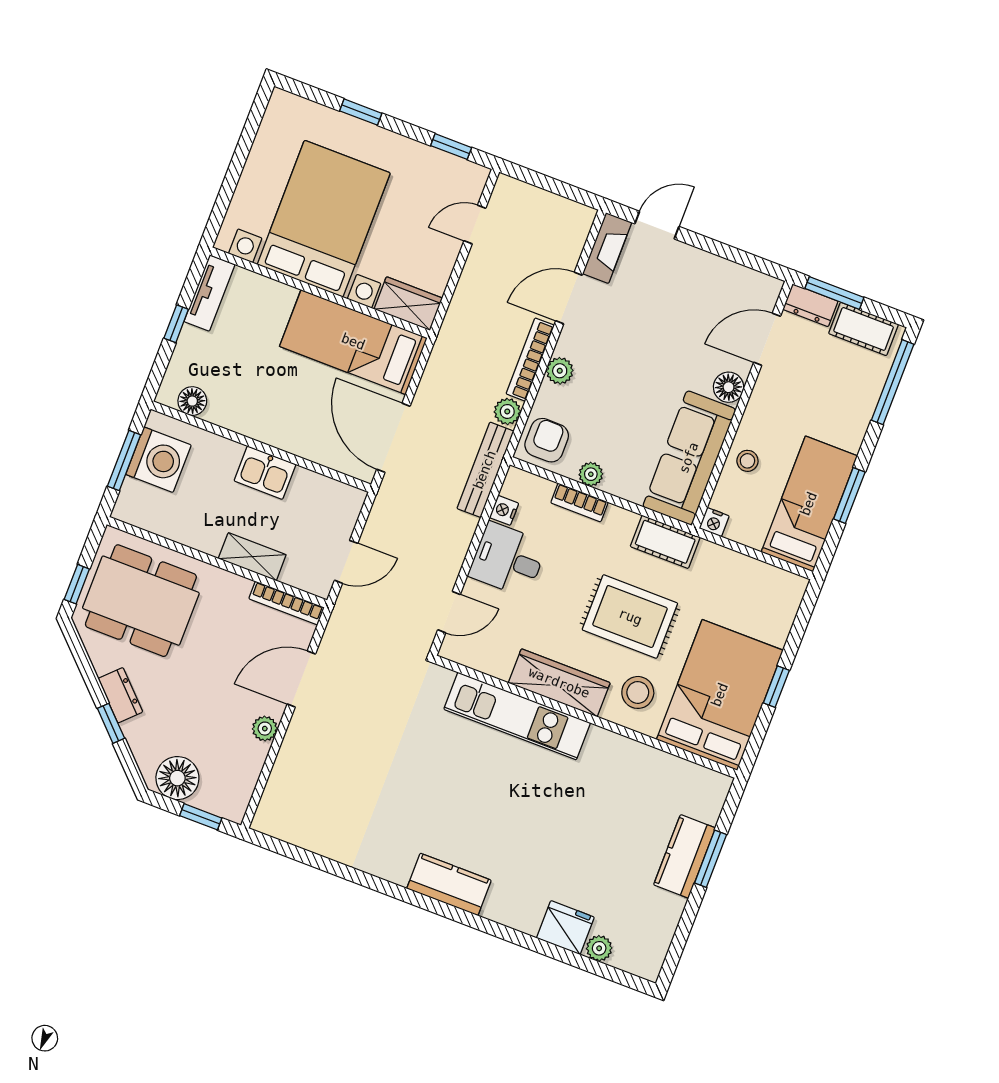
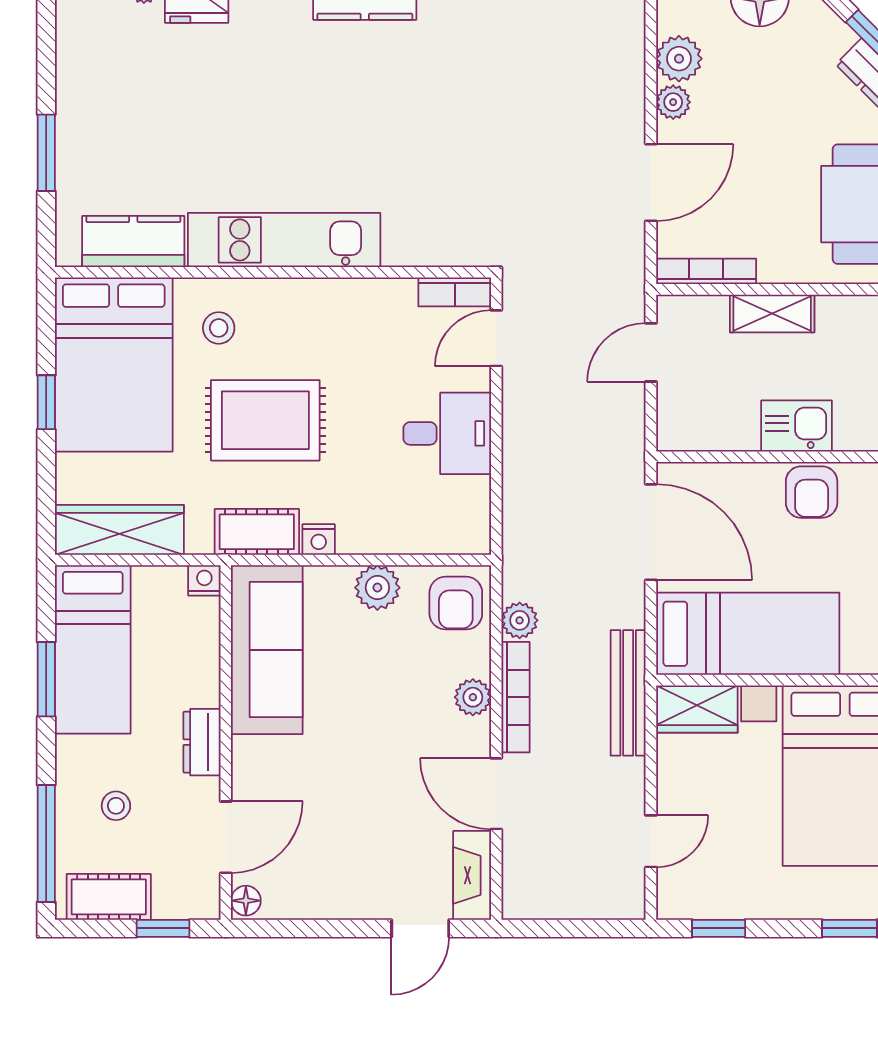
window: (834, 293) -> (163, 928), width x0.67
door: (569, 298) -> (496, 794), swing flipped
dresser: (810, 305) -> (202, 742), moved, turned -90
floor lamp: (729, 387) -> (246, 901), moved, width x0.73, depth x0.73
armchair: (272, 423) -> (812, 492), added
stool: (747, 461) -> (116, 806), moved
bench: (485, 470) -> (628, 693), moved
plant: (591, 474) -> (377, 588), width x1.38, depth x1.38
bookcase: (579, 502) -> (455, 292), moved, turned 180
nightstand: (504, 510) -> (319, 539), moved, turned 90
wardrobe: (559, 683) -> (119, 530), moved, turned 180
stool: (638, 692) -> (219, 328), width x0.73, depth x0.73
kitchen unit: (517, 716) -> (284, 240), moved
plant: (249, 757) -> (679, 59), added
kitchen counter: (685, 856) -> (133, 241), moved, turned -90

